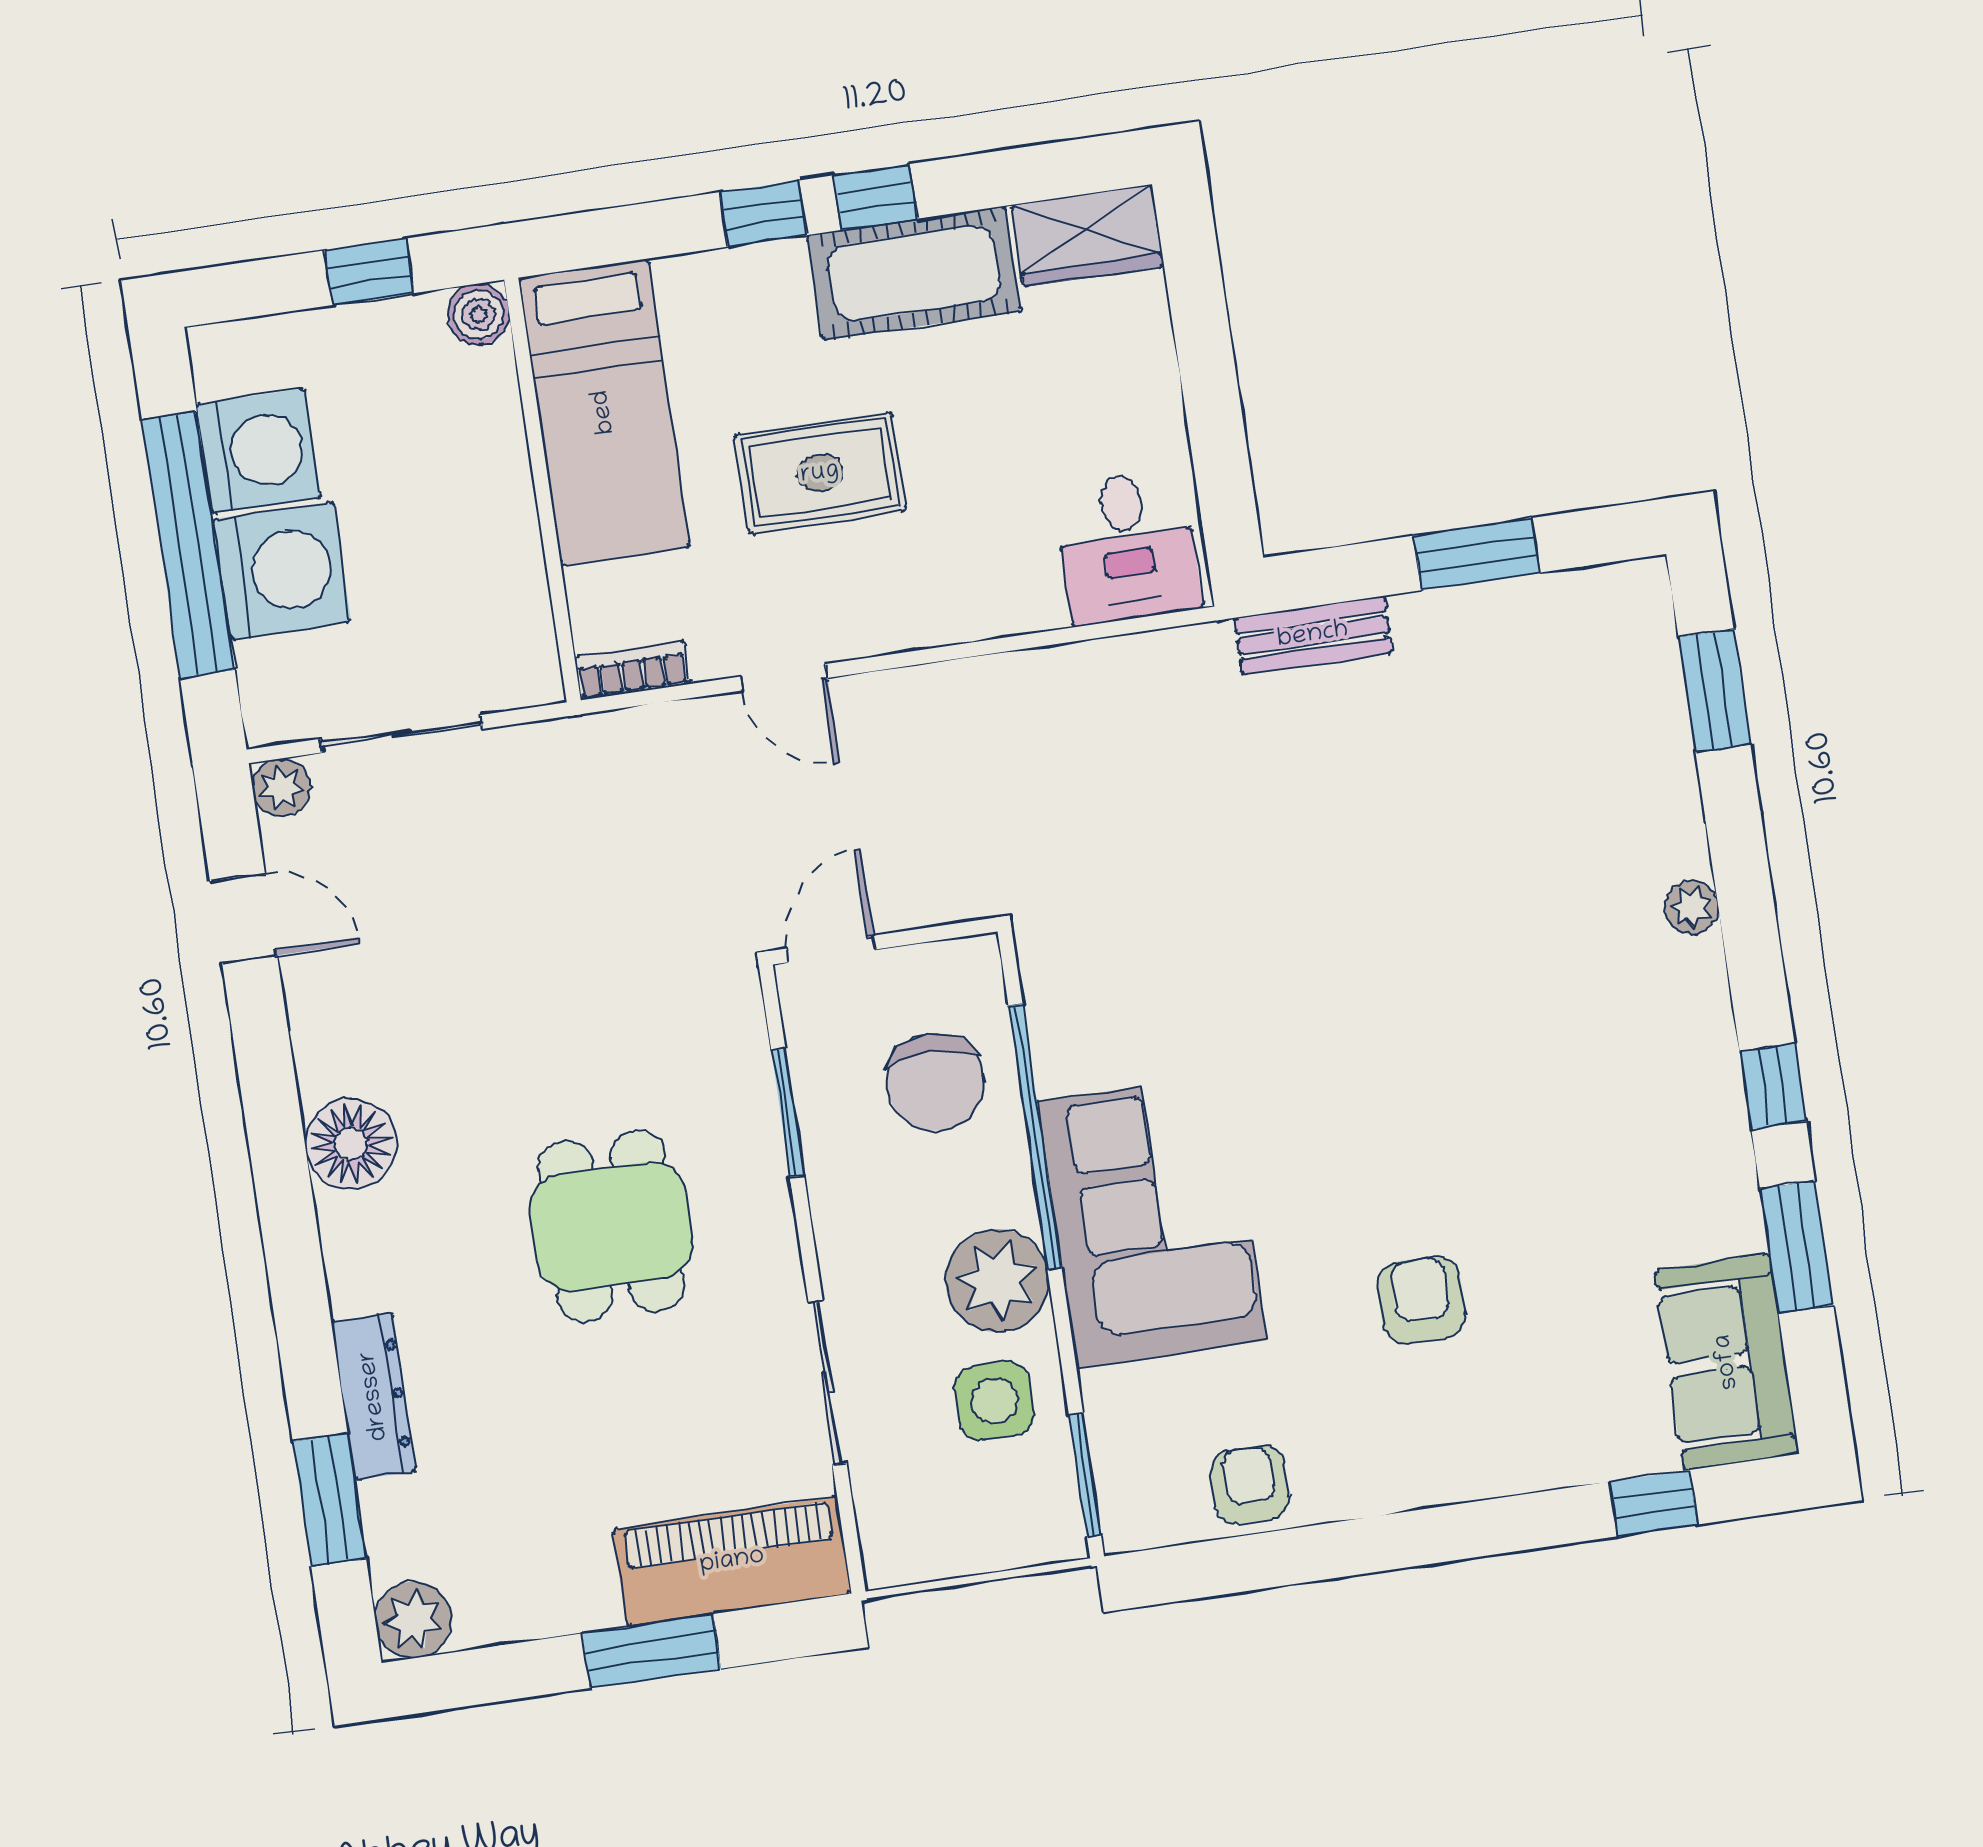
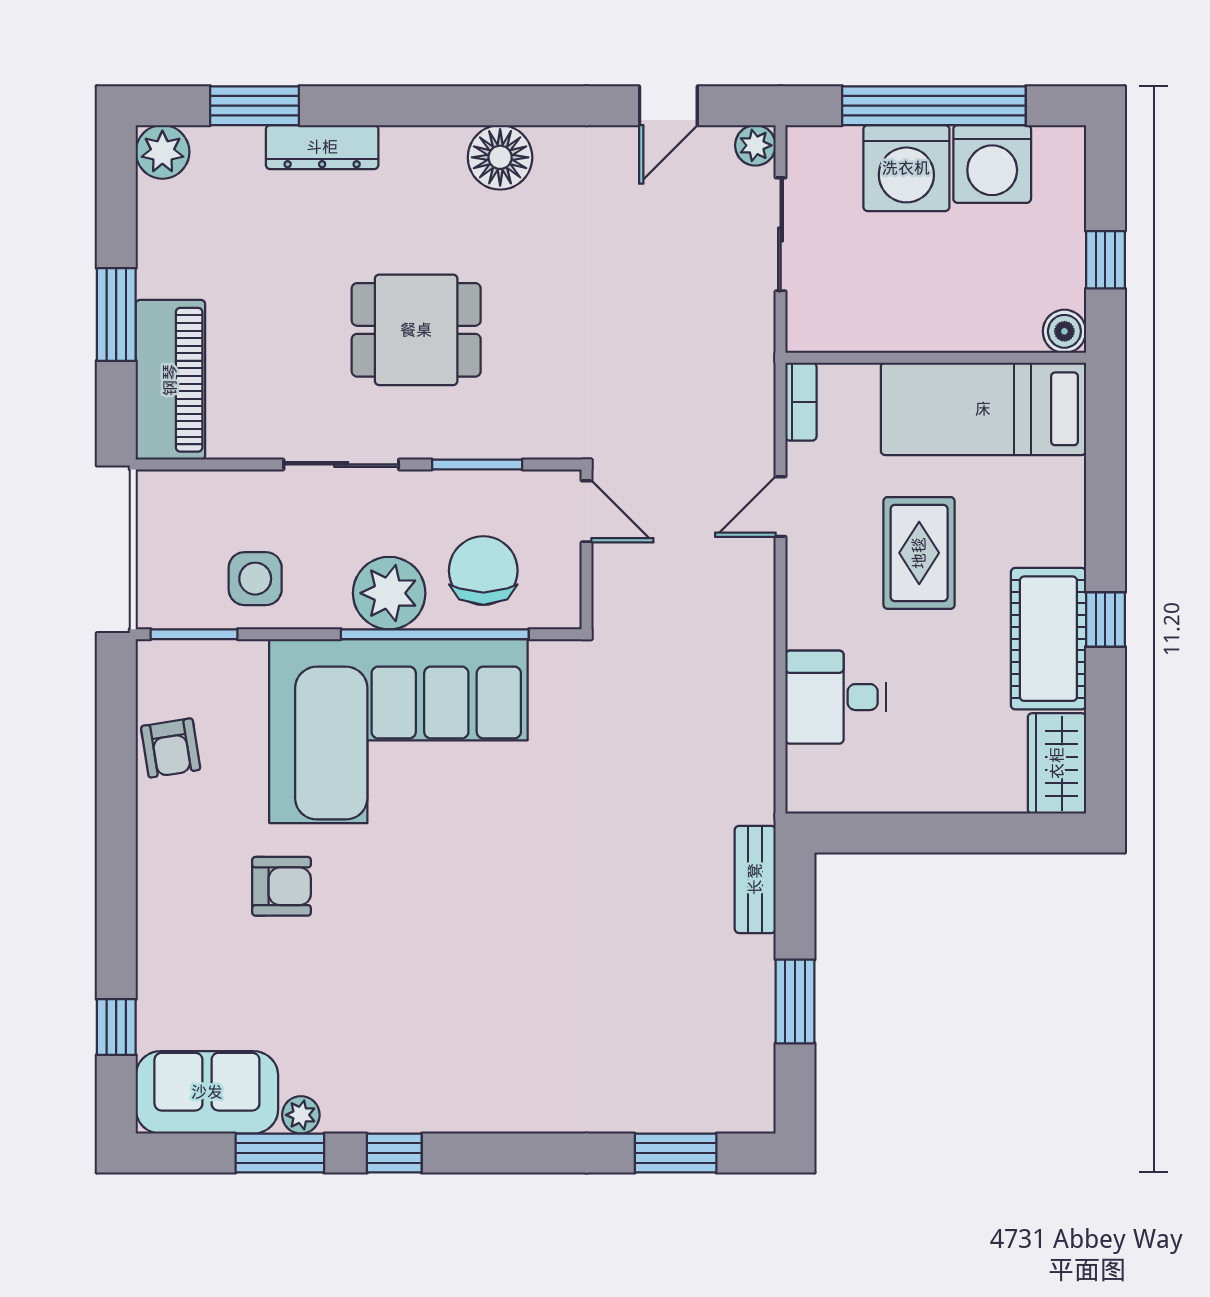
window: (763, 214) -> (1105, 540), removed
desk: (1128, 547) -> (836, 697), moved
plant: (1692, 907) -> (301, 1115), moved
chair: (936, 1082) -> (483, 571), turned 90
corner sofa: (1152, 1221) -> (398, 731), width x1.36, depth x1.36
plant: (997, 1281) -> (389, 593), moved
sliding door: (827, 1382) -> (341, 464), moved
armchair: (1250, 1485) -> (171, 748), turned 81

